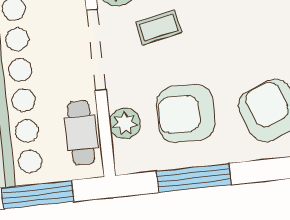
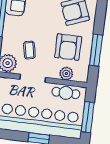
doorway: (96, 50) -> (33, 78), width x0.73

